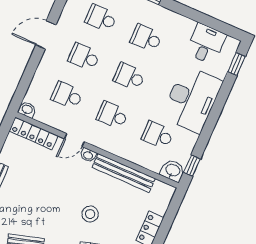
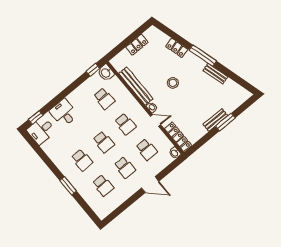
door: (46, 35) -> (150, 185), moved
desk: (206, 44) -> (41, 131), moved
desk: (192, 99) -> (64, 113), width x0.53, depth x0.77
stool: (90, 214) -> (173, 83), moved

